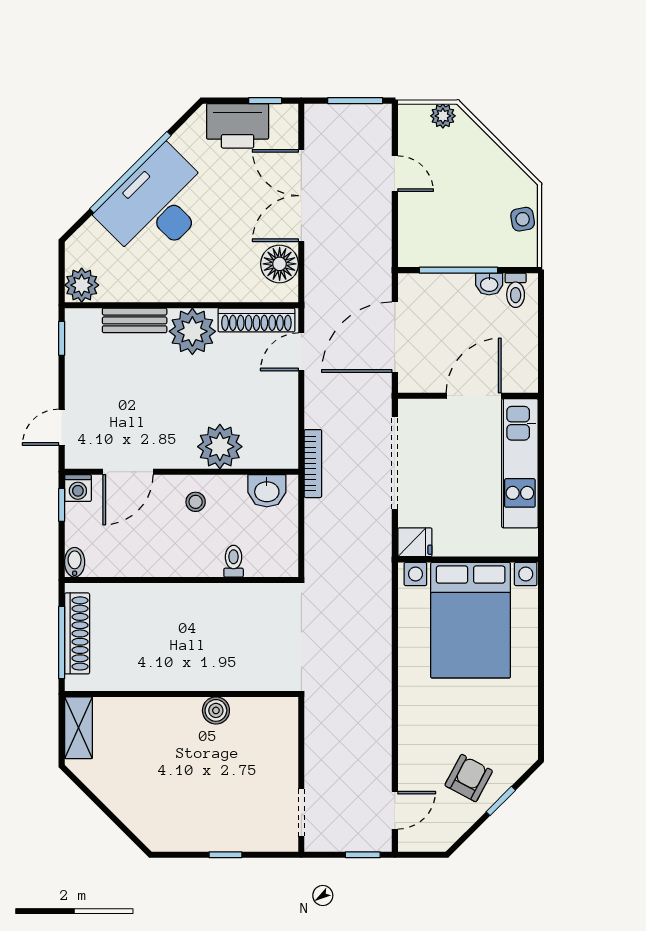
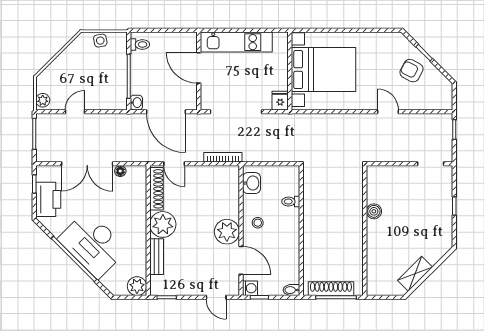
plant: (443, 116) -> (43, 100), moved
floor lamp: (280, 264) -> (120, 171), width x0.53, depth x0.53
washbasin: (489, 284) -> (136, 103), moved
plant: (220, 447) -> (227, 232), moved
bookcase: (313, 464) -> (223, 157), moved
shelving: (78, 728) -> (415, 274), moved, turned -45
door: (395, 810) -> (388, 112), moved

